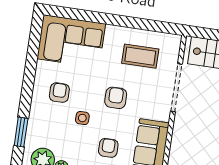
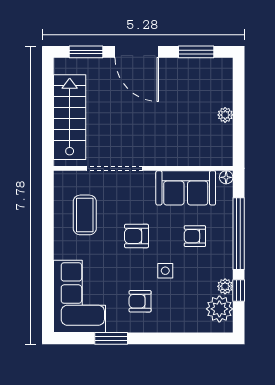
window: (21, 132) -> (111, 338), moved

